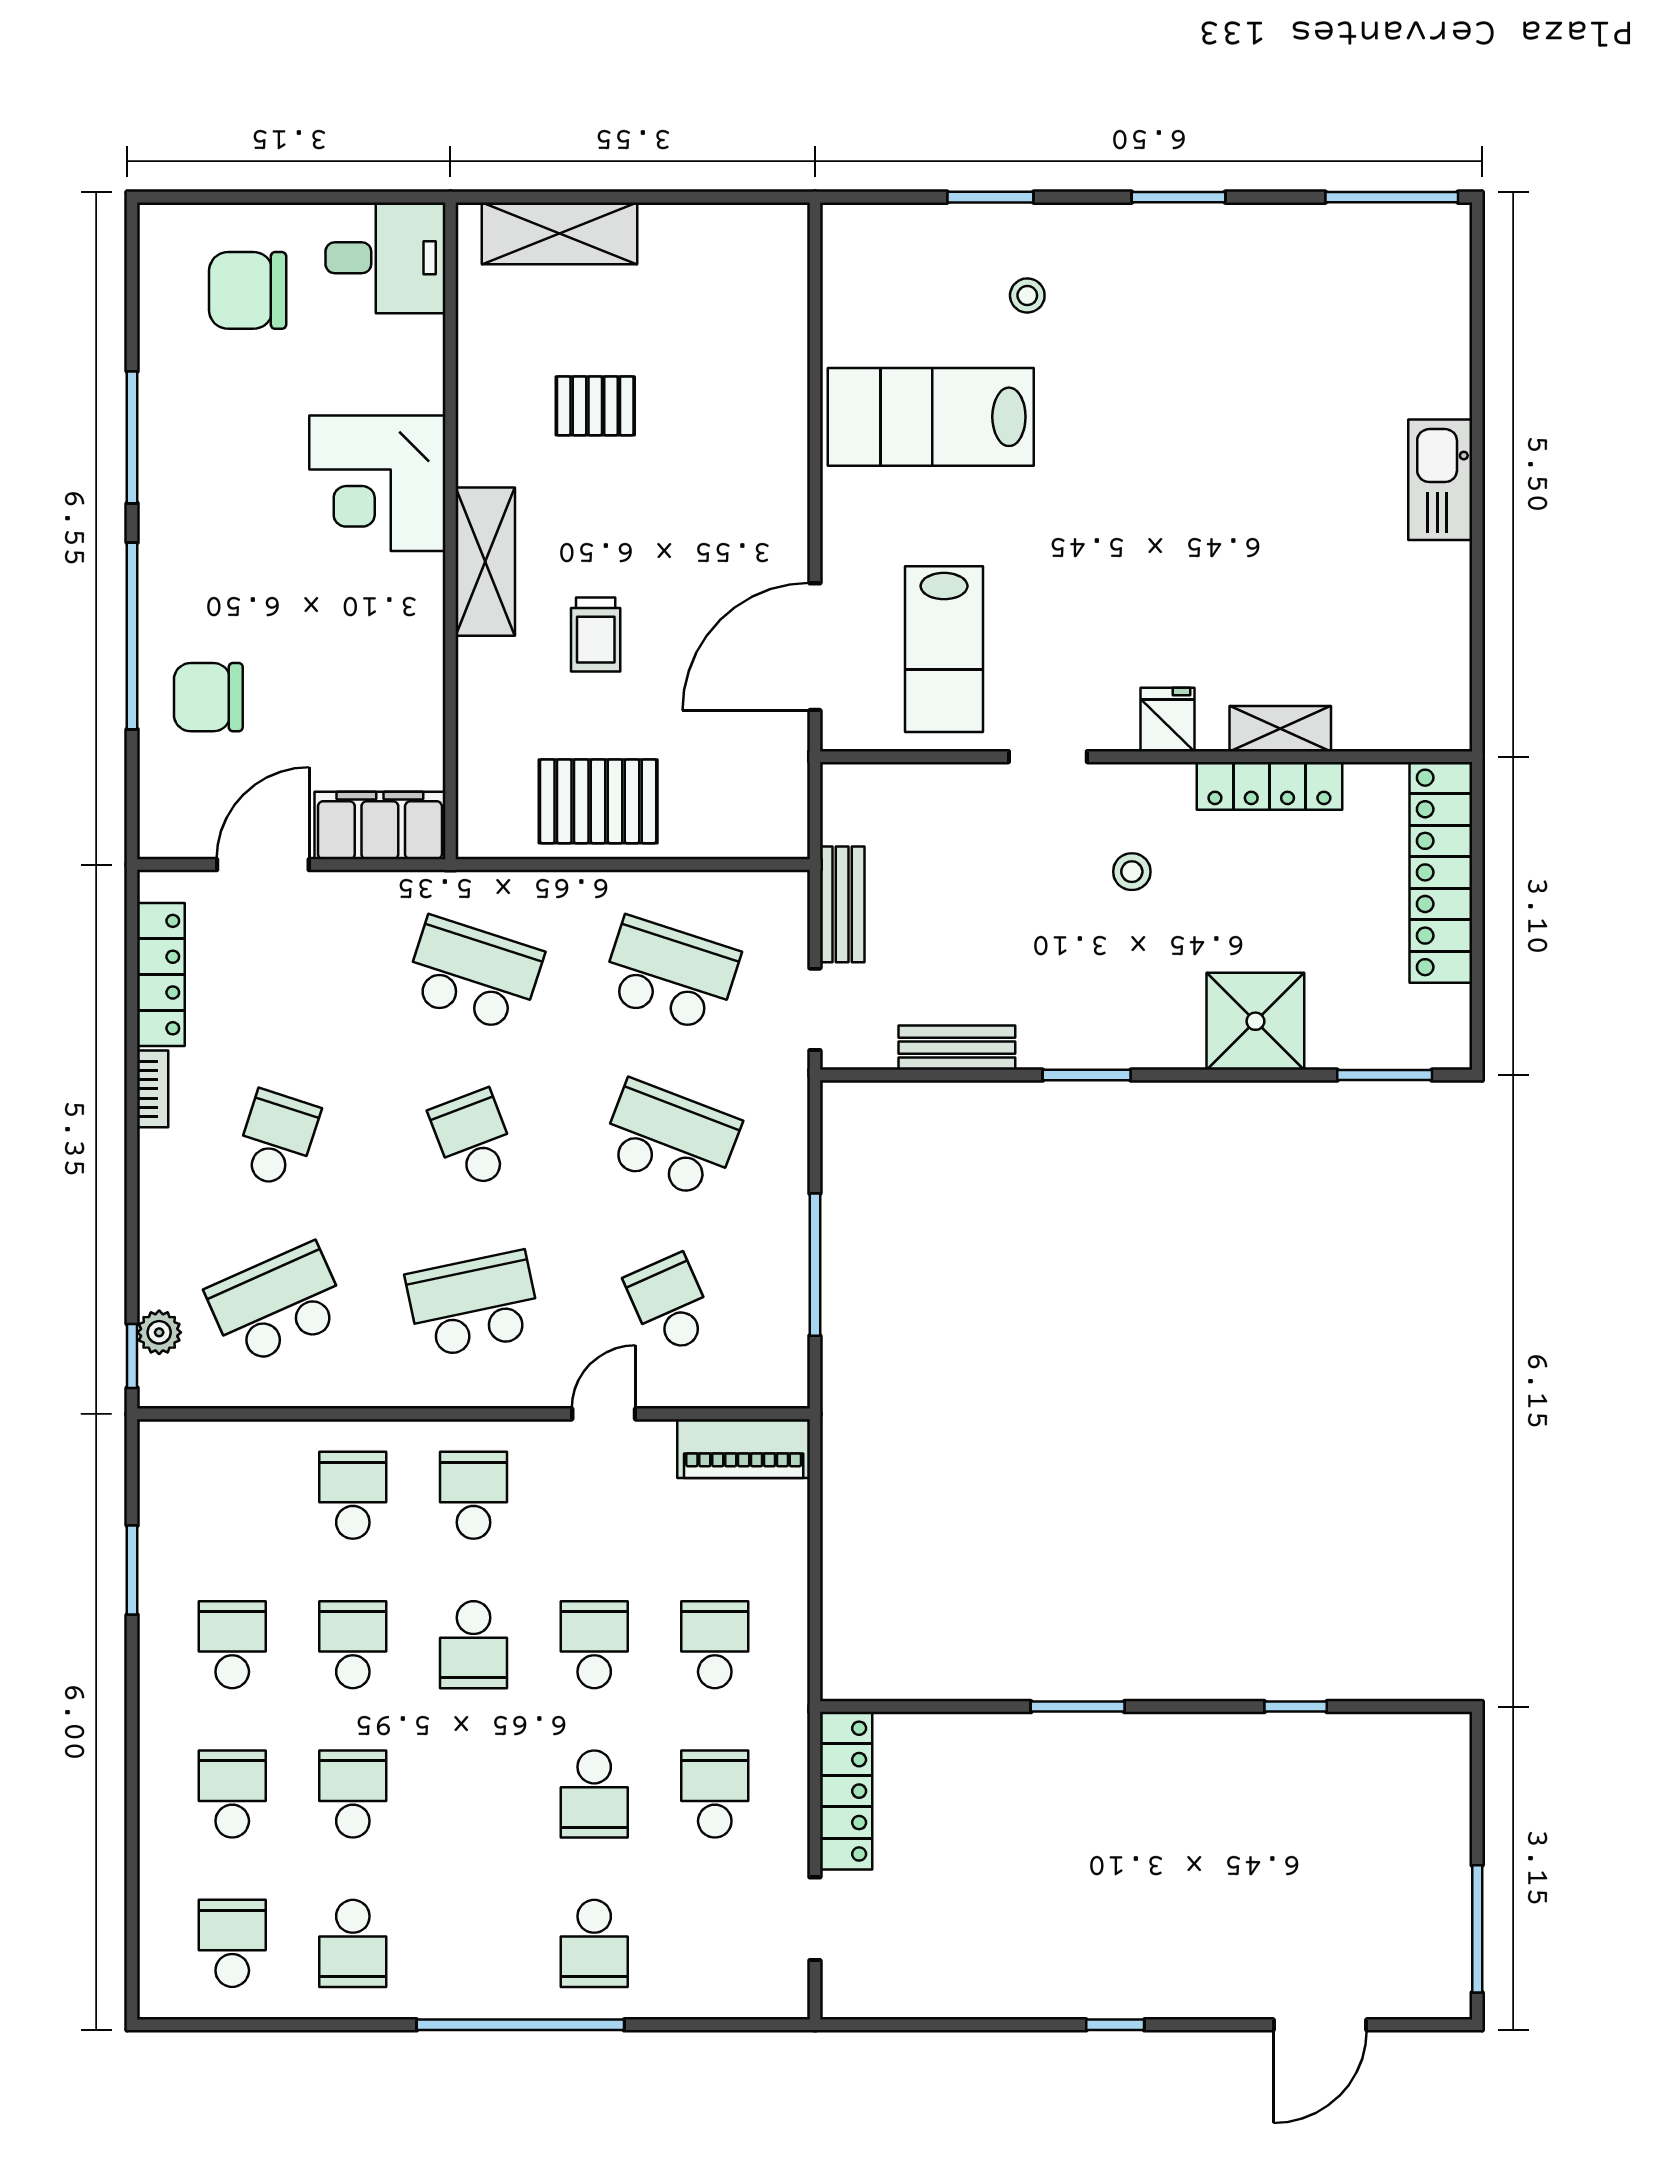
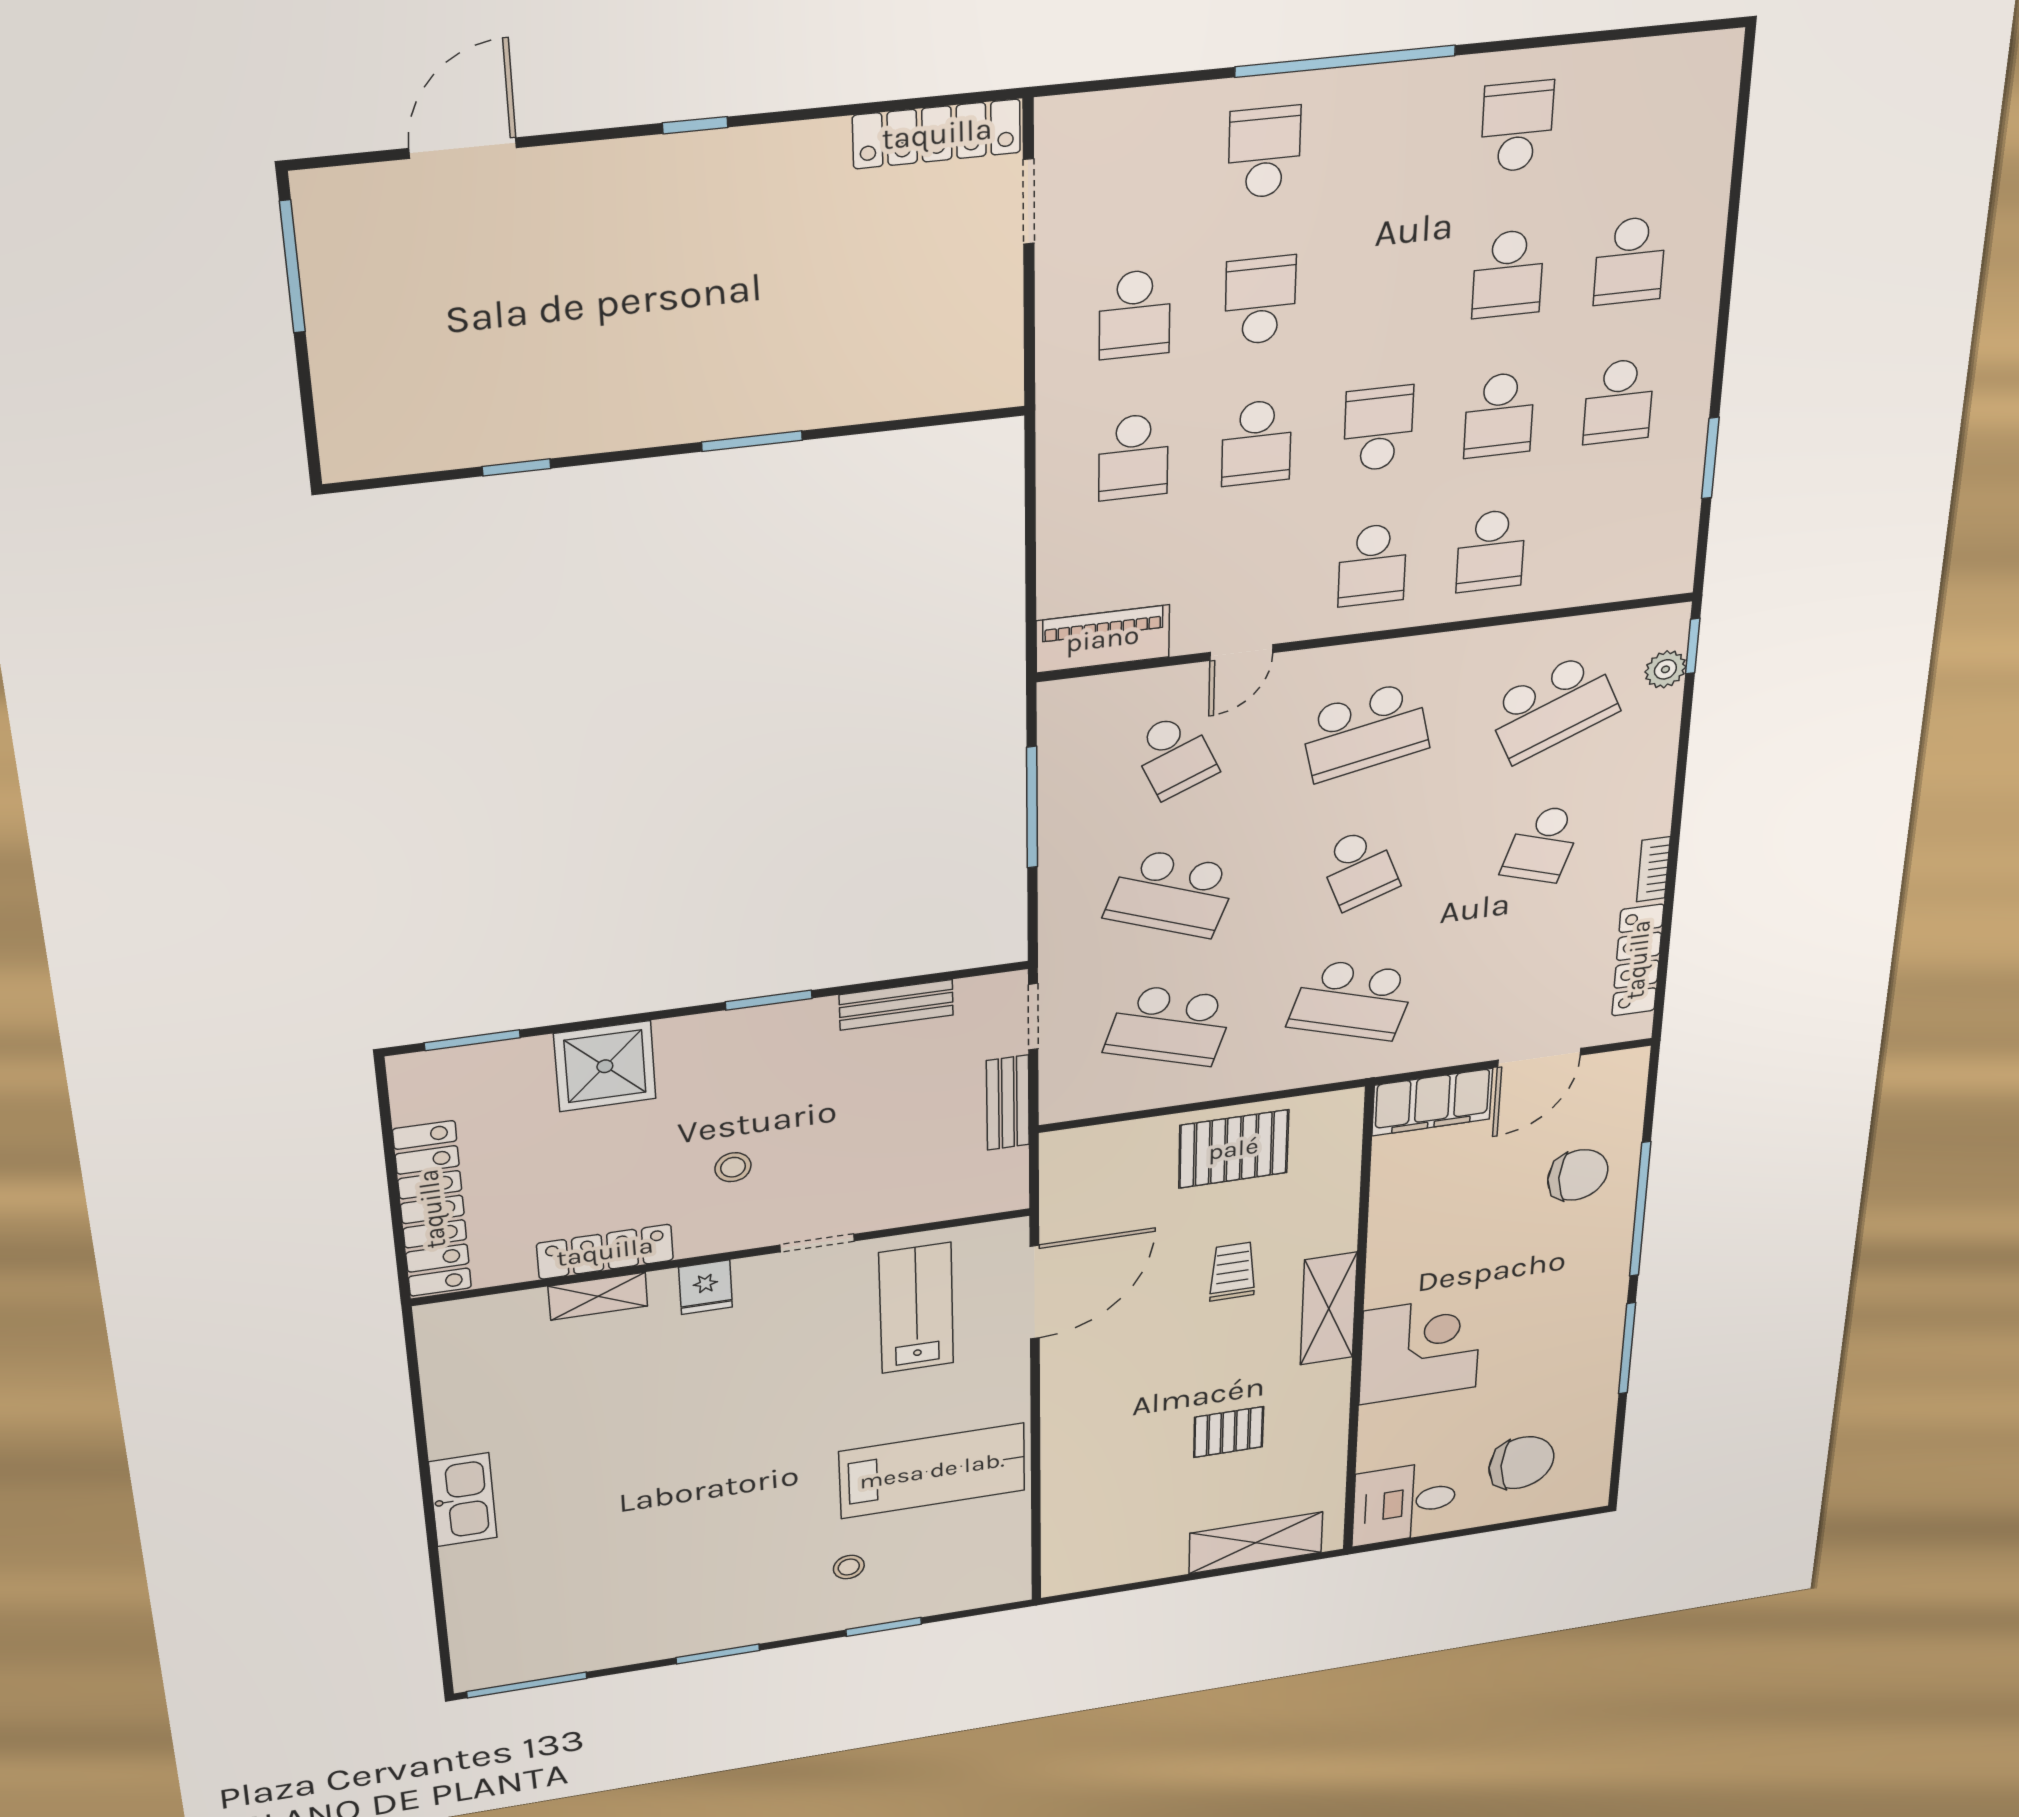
locker: (846, 1791) -> (937, 134), moved, turned -90
school desk: (232, 1943) -> (1641, 114), removed

